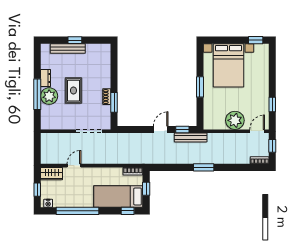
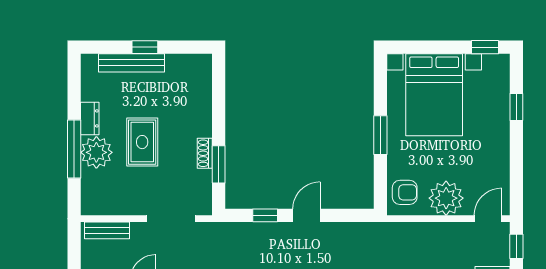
window: (272, 105) -> (516, 107), moved
armchair: (213, 117) -> (405, 192), added
window: (182, 130) -> (265, 215), moved
bench: (191, 138) -> (107, 230), moved, width x0.73

